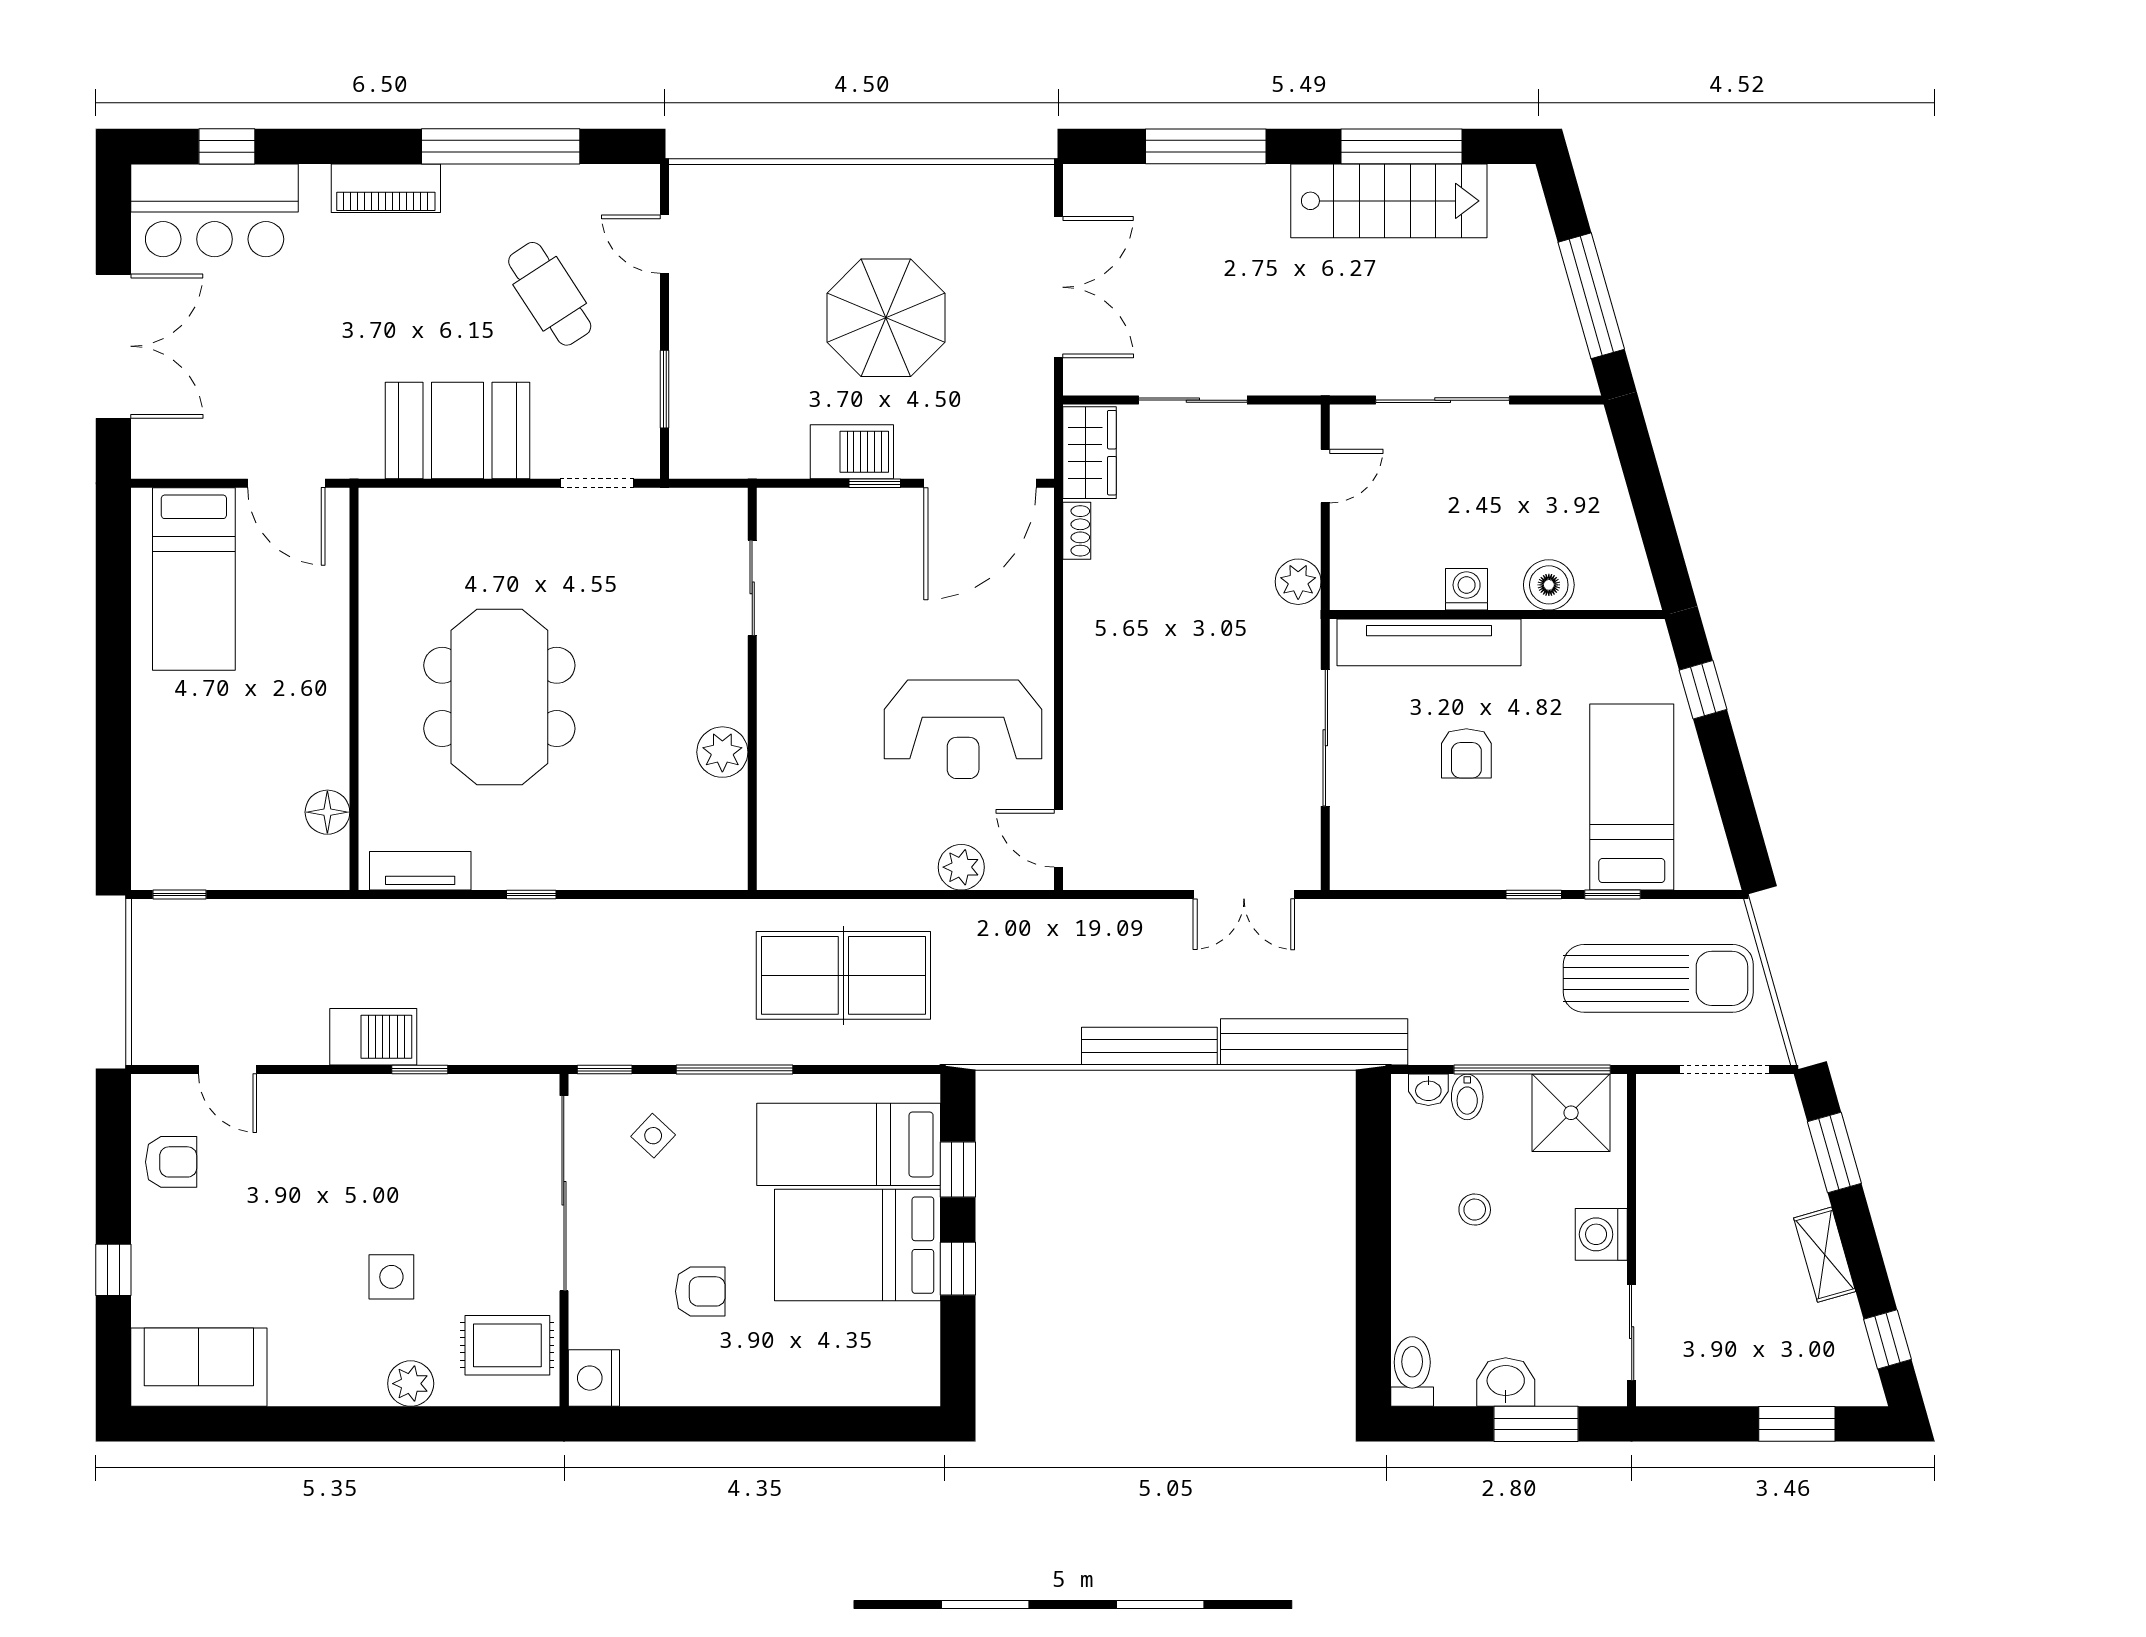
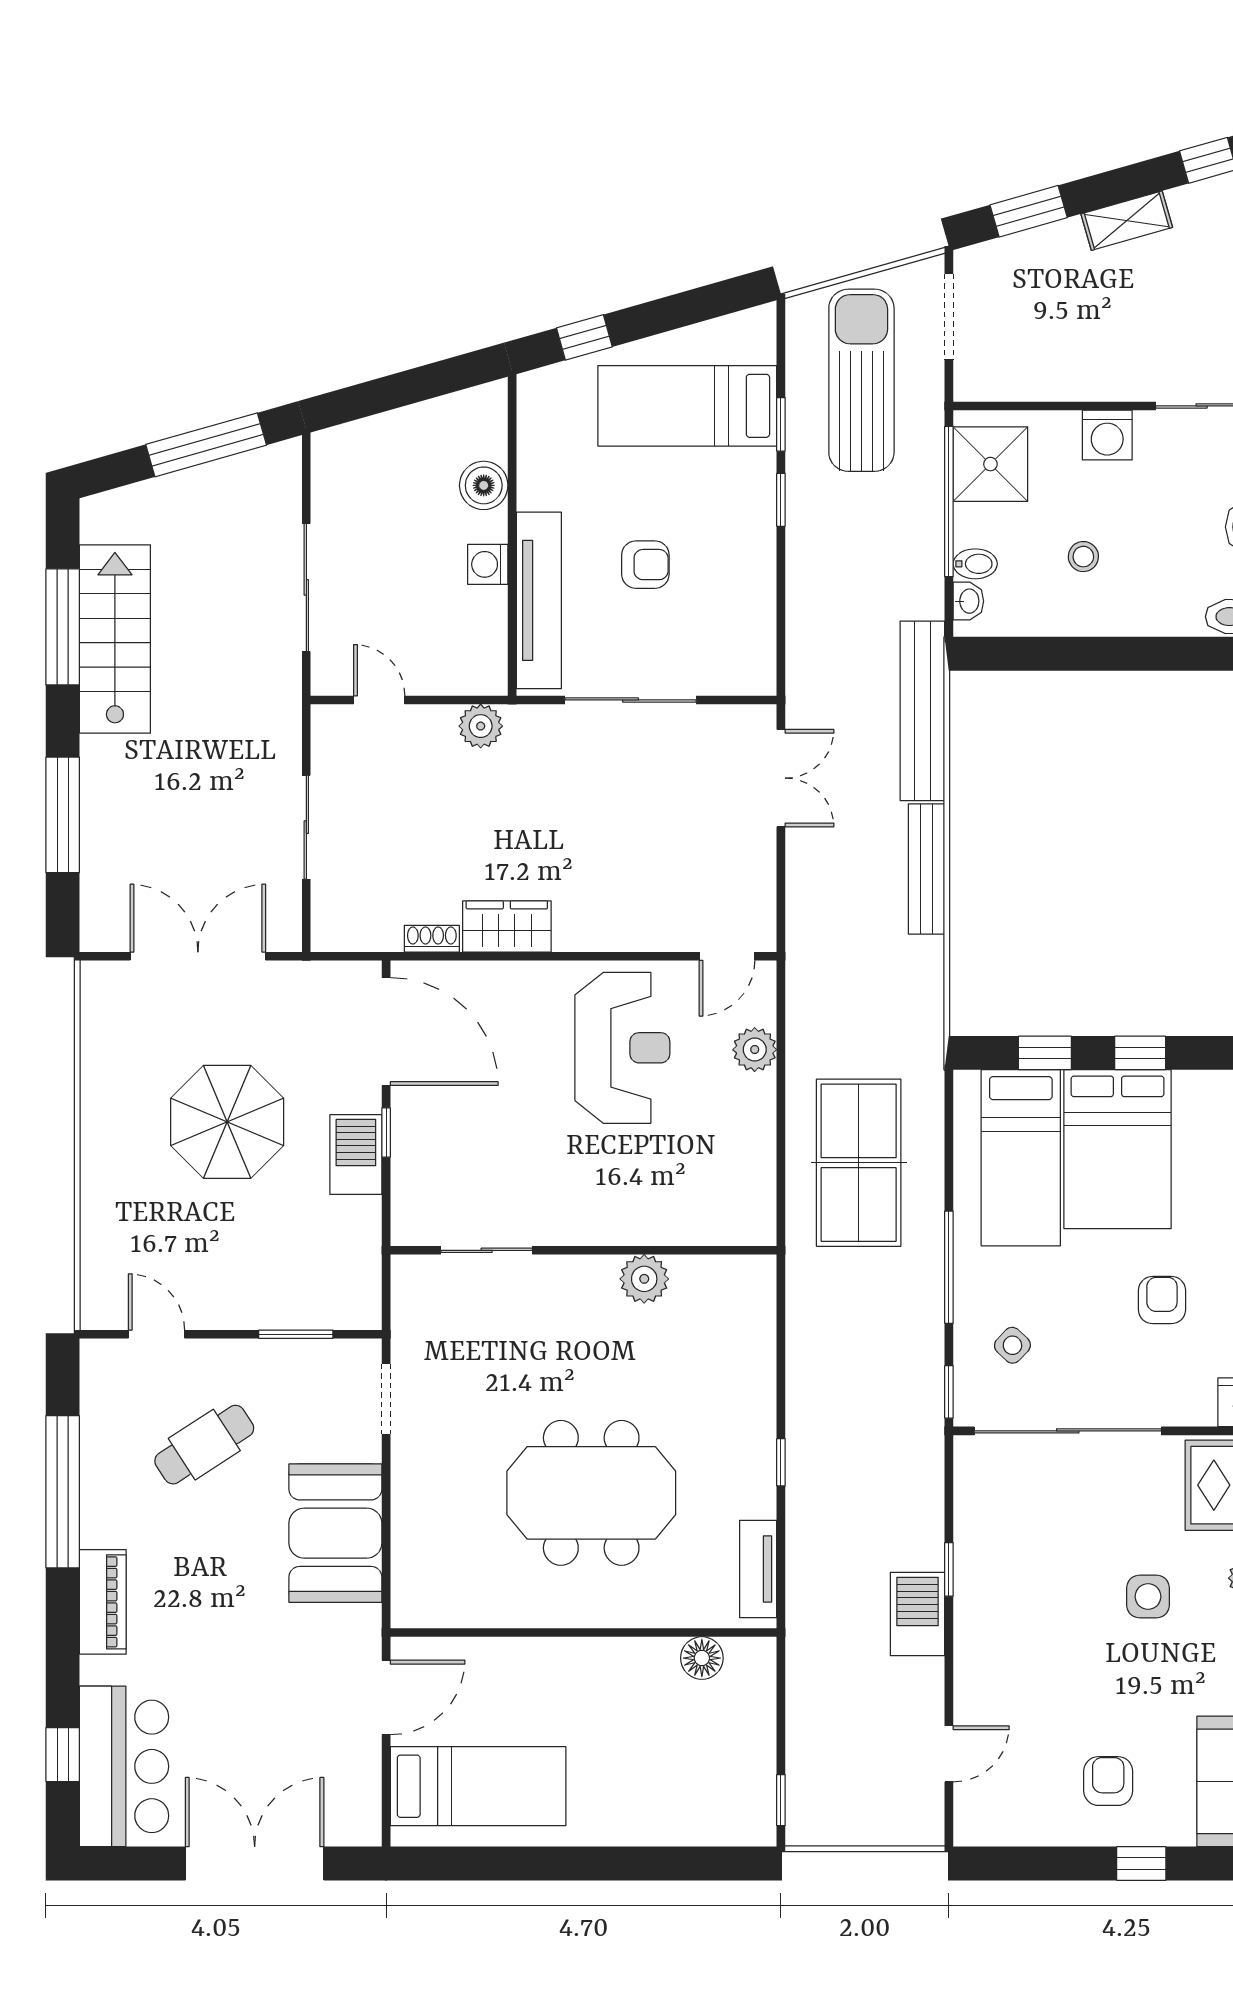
door: (665, 244) -> (157, 1334), swing flipped
wardrobe: (1089, 453) -> (507, 926), moved
armchair: (171, 1162) -> (1108, 1781), moved

